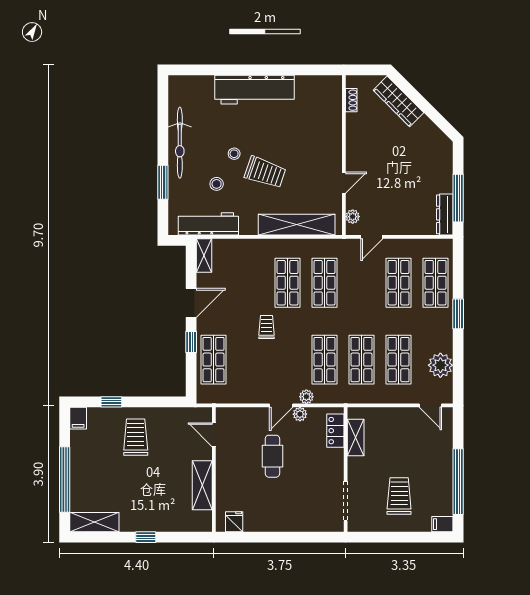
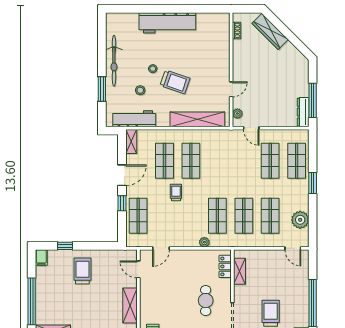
door: (372, 237) -> (251, 128), hinge flipped
shop shelf: (325, 283) -> (165, 161), moved
door: (281, 405) -> (161, 248), moved
plant: (300, 414) -> (200, 255), removed
cafe table: (272, 456) -> (206, 301), moved

